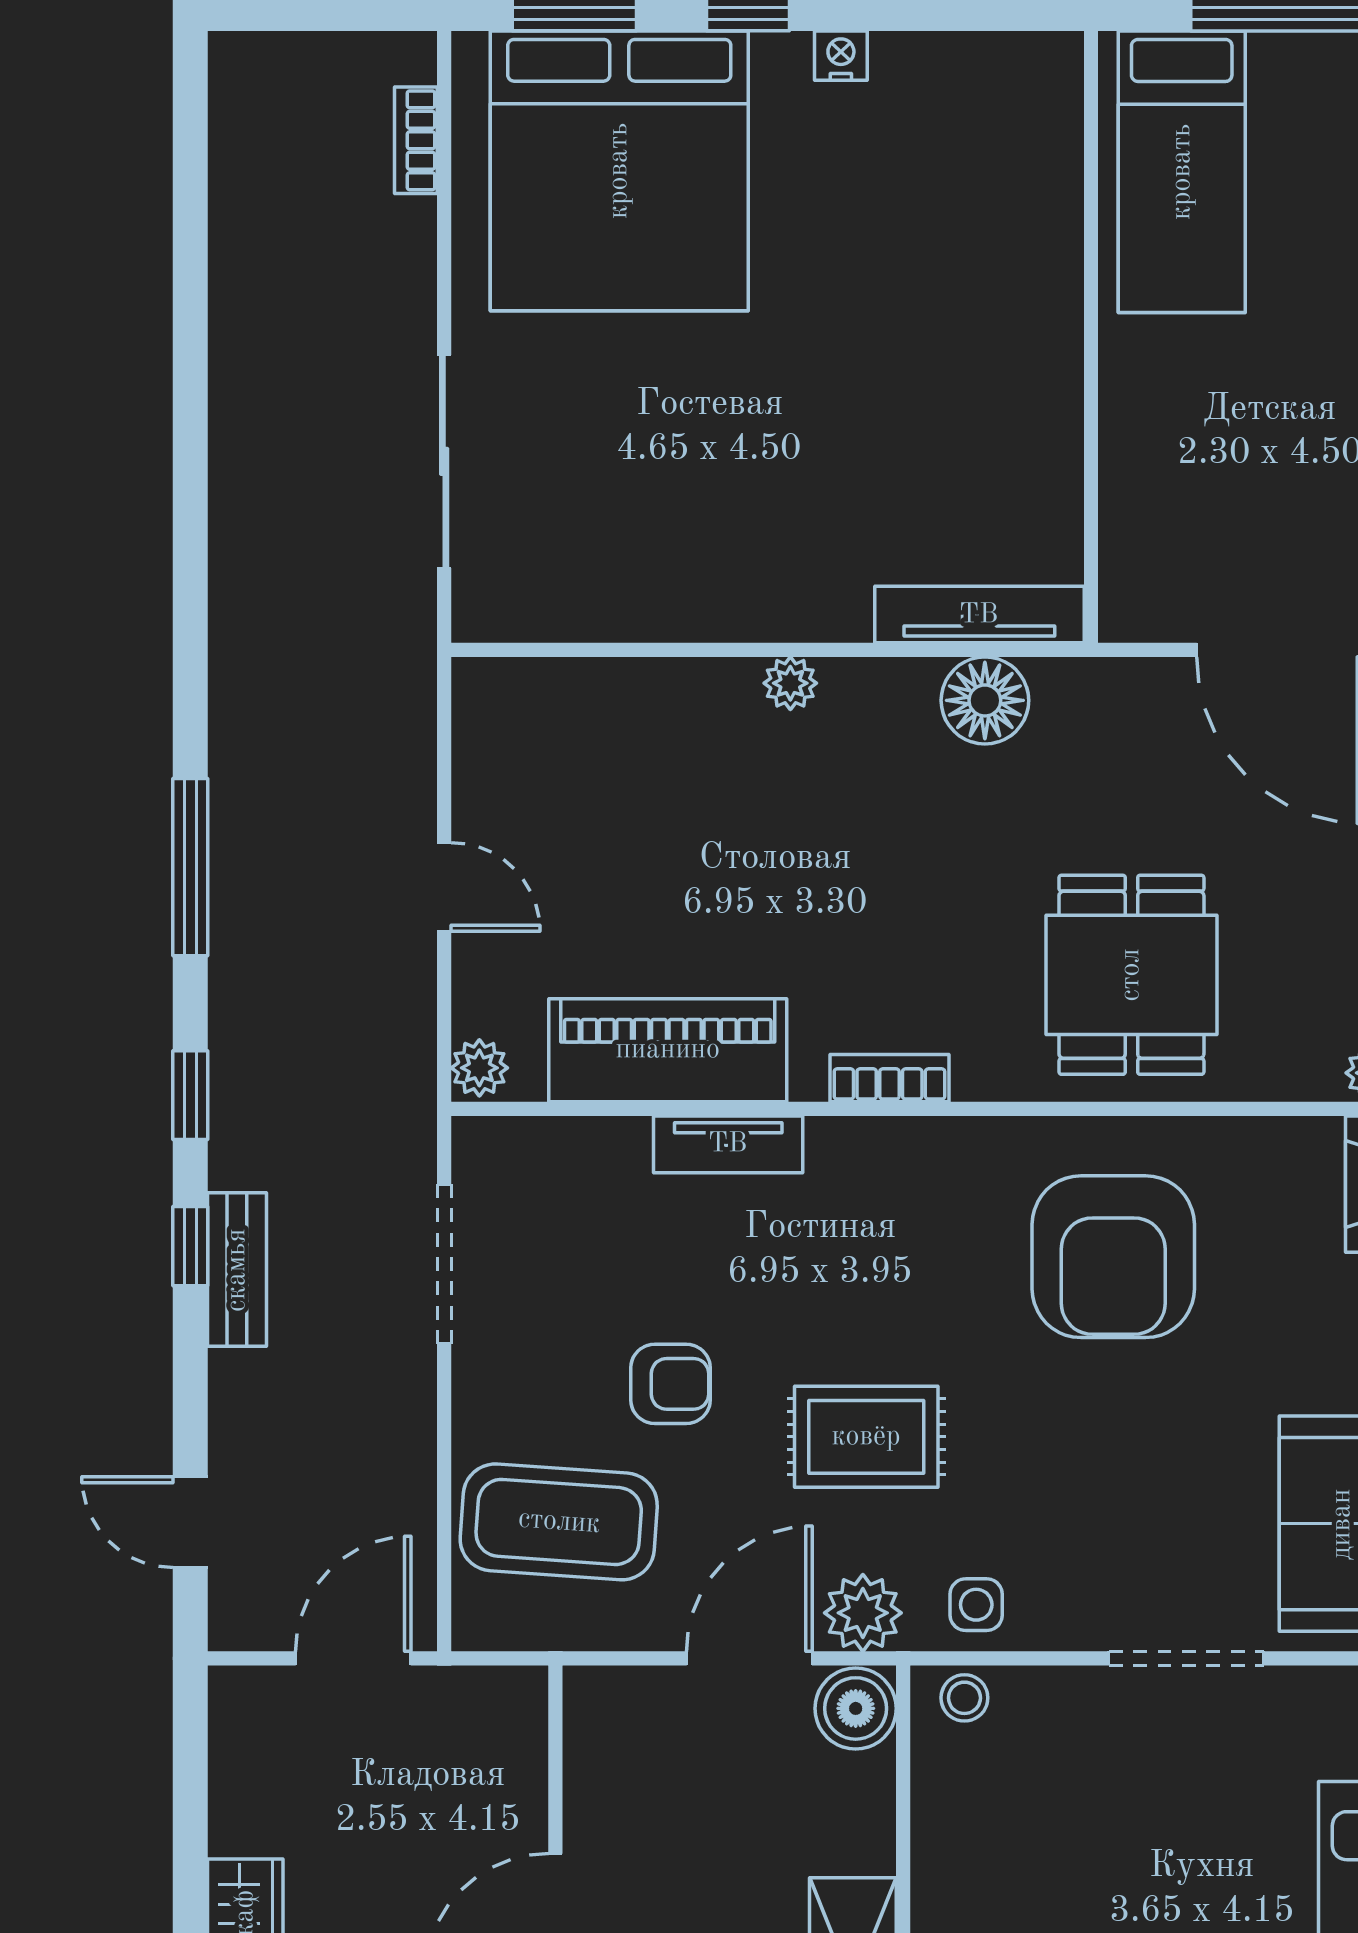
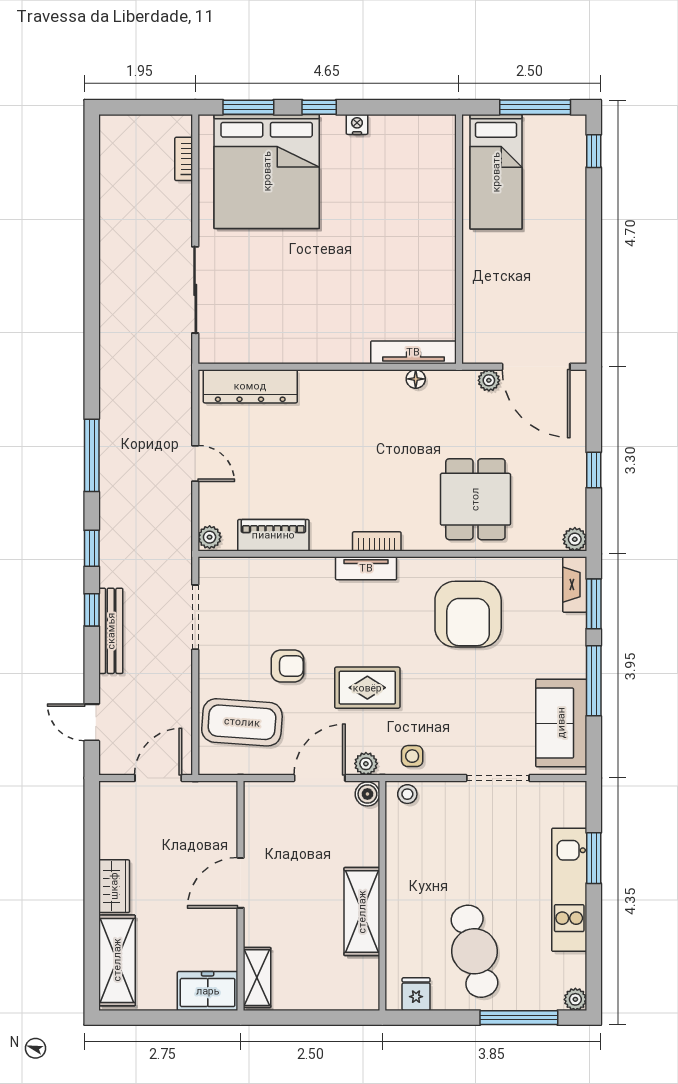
plant: (790, 683) -> (489, 380), moved
dresser: (579, 698) -> (250, 386), added
floor lamp: (985, 700) -> (416, 379), width x0.53, depth x0.53
piano: (668, 1050) -> (273, 535), width x0.73, depth x0.75
tv unit: (728, 1144) -> (366, 568), moved
bench: (237, 1270) -> (111, 631), width x1.36
plant: (863, 1613) -> (366, 764), width x0.73, depth x0.73
boiler: (856, 1708) -> (367, 794), width x0.73, depth x0.73

